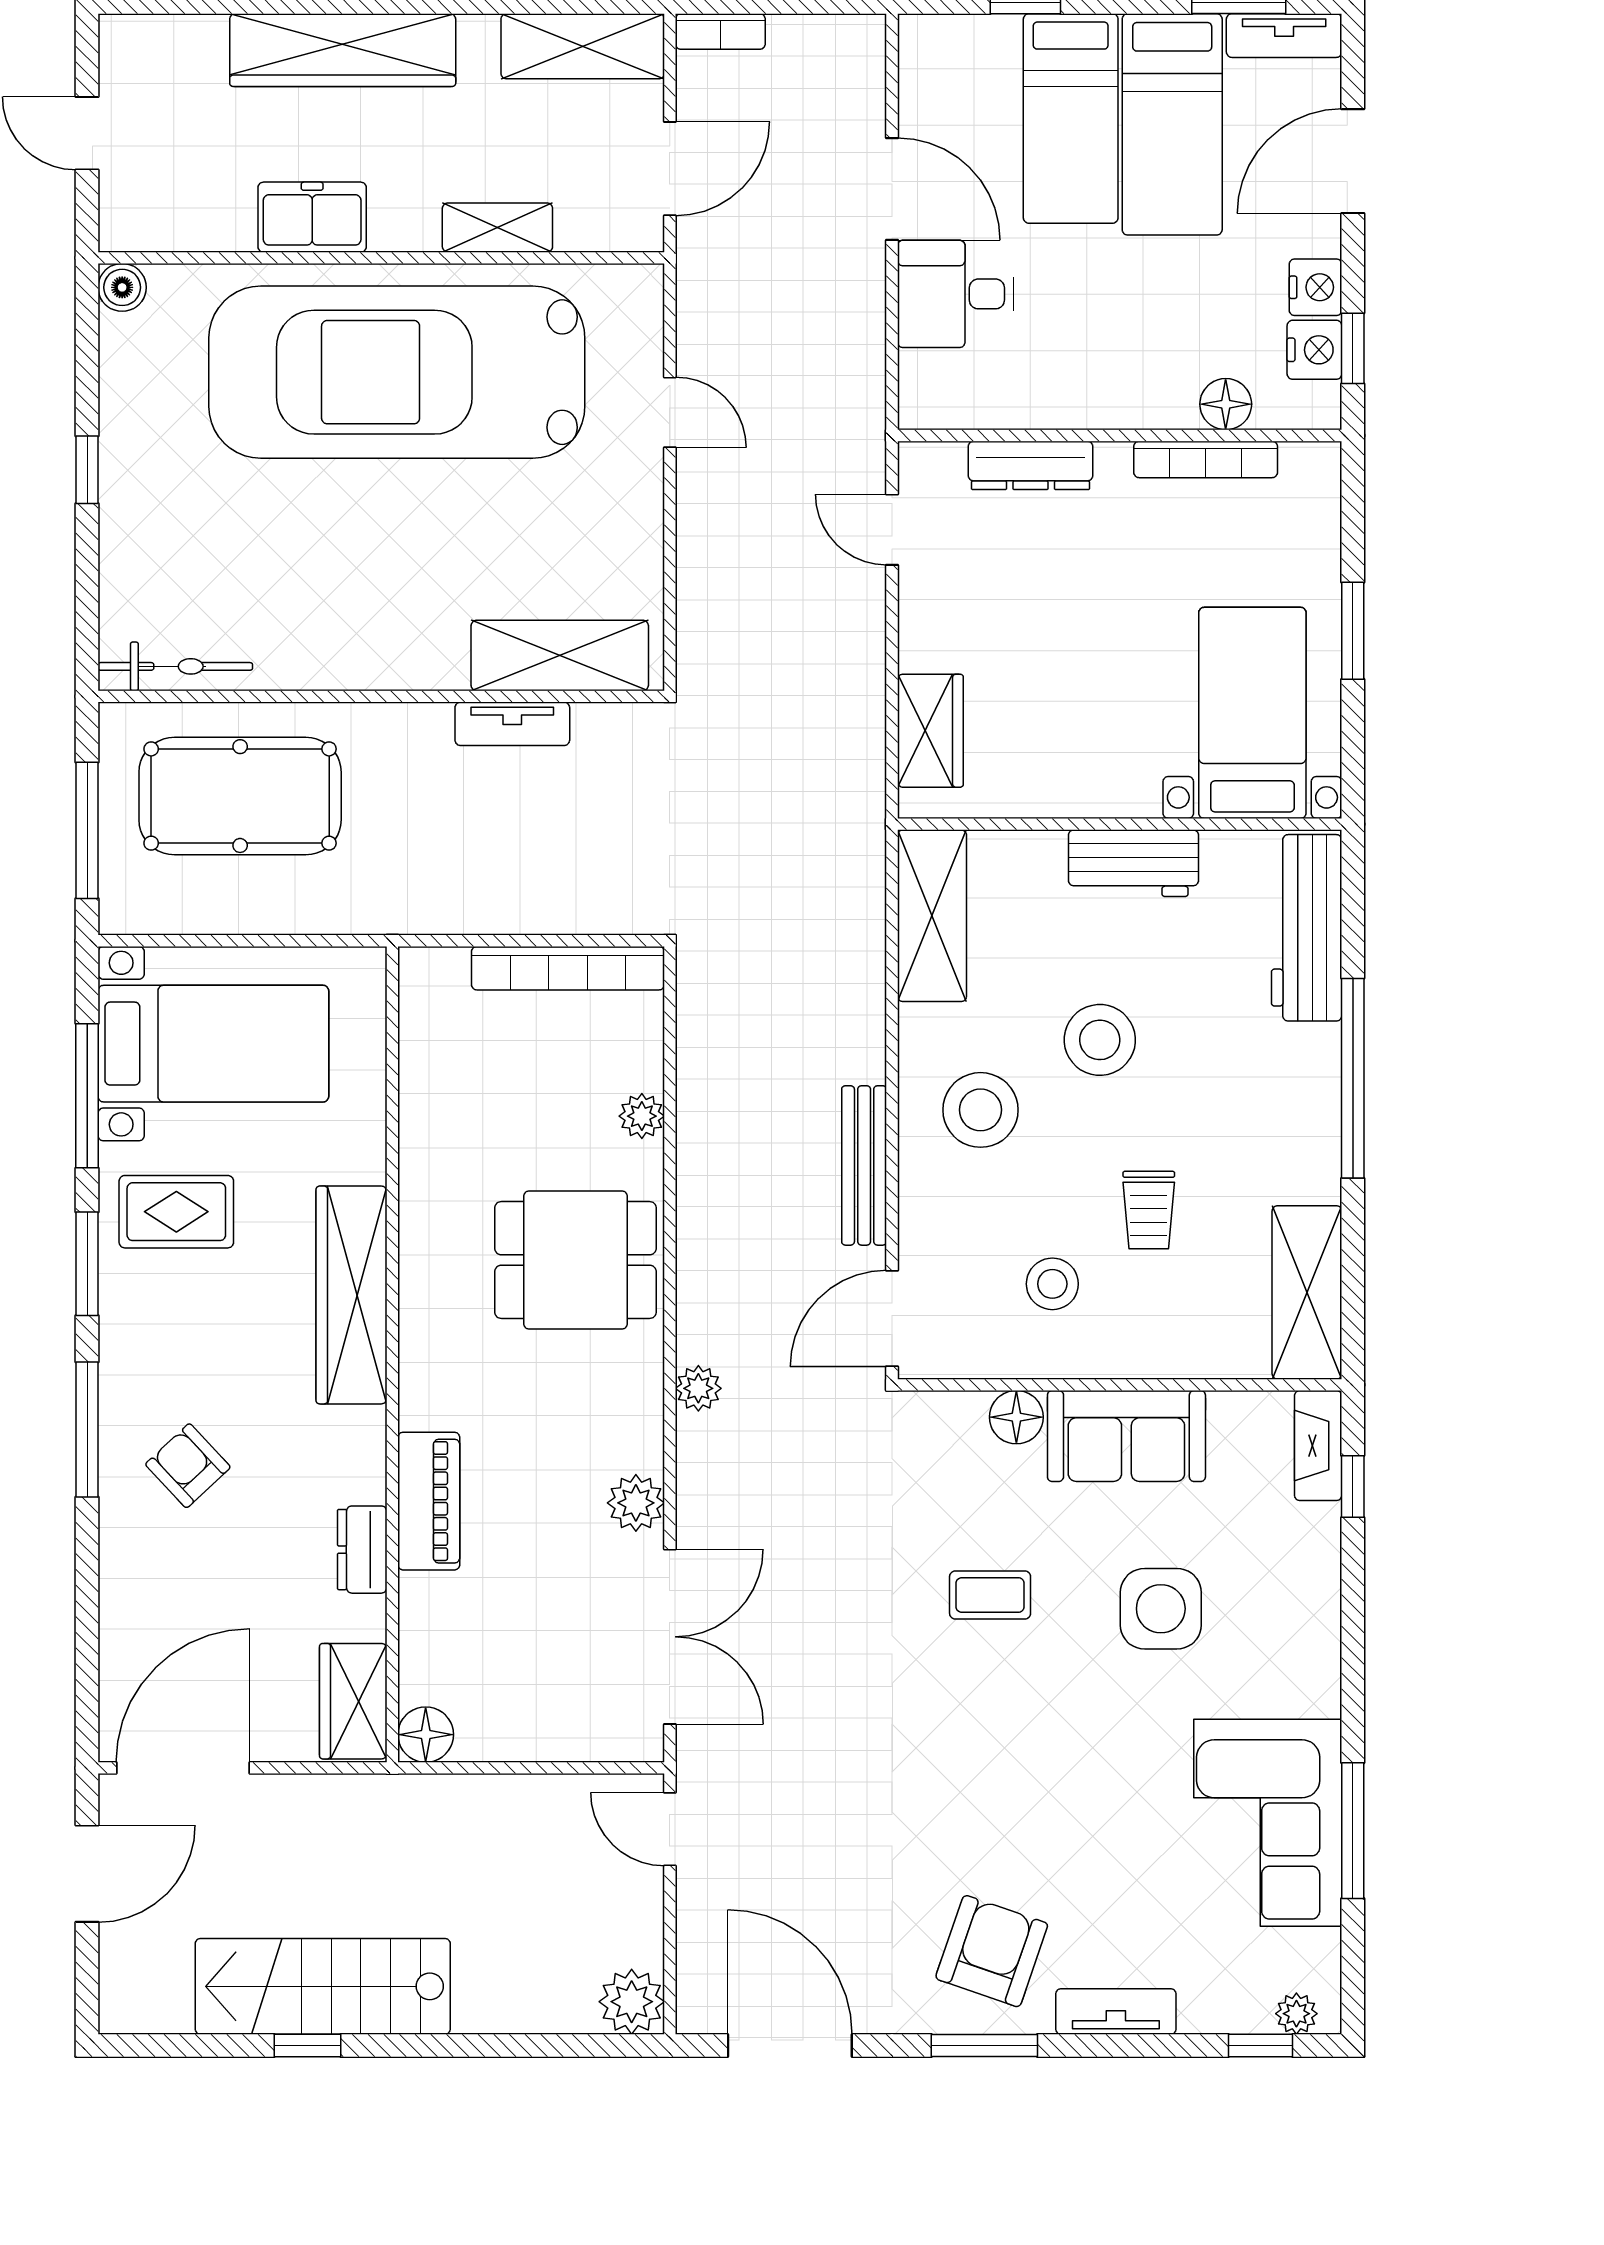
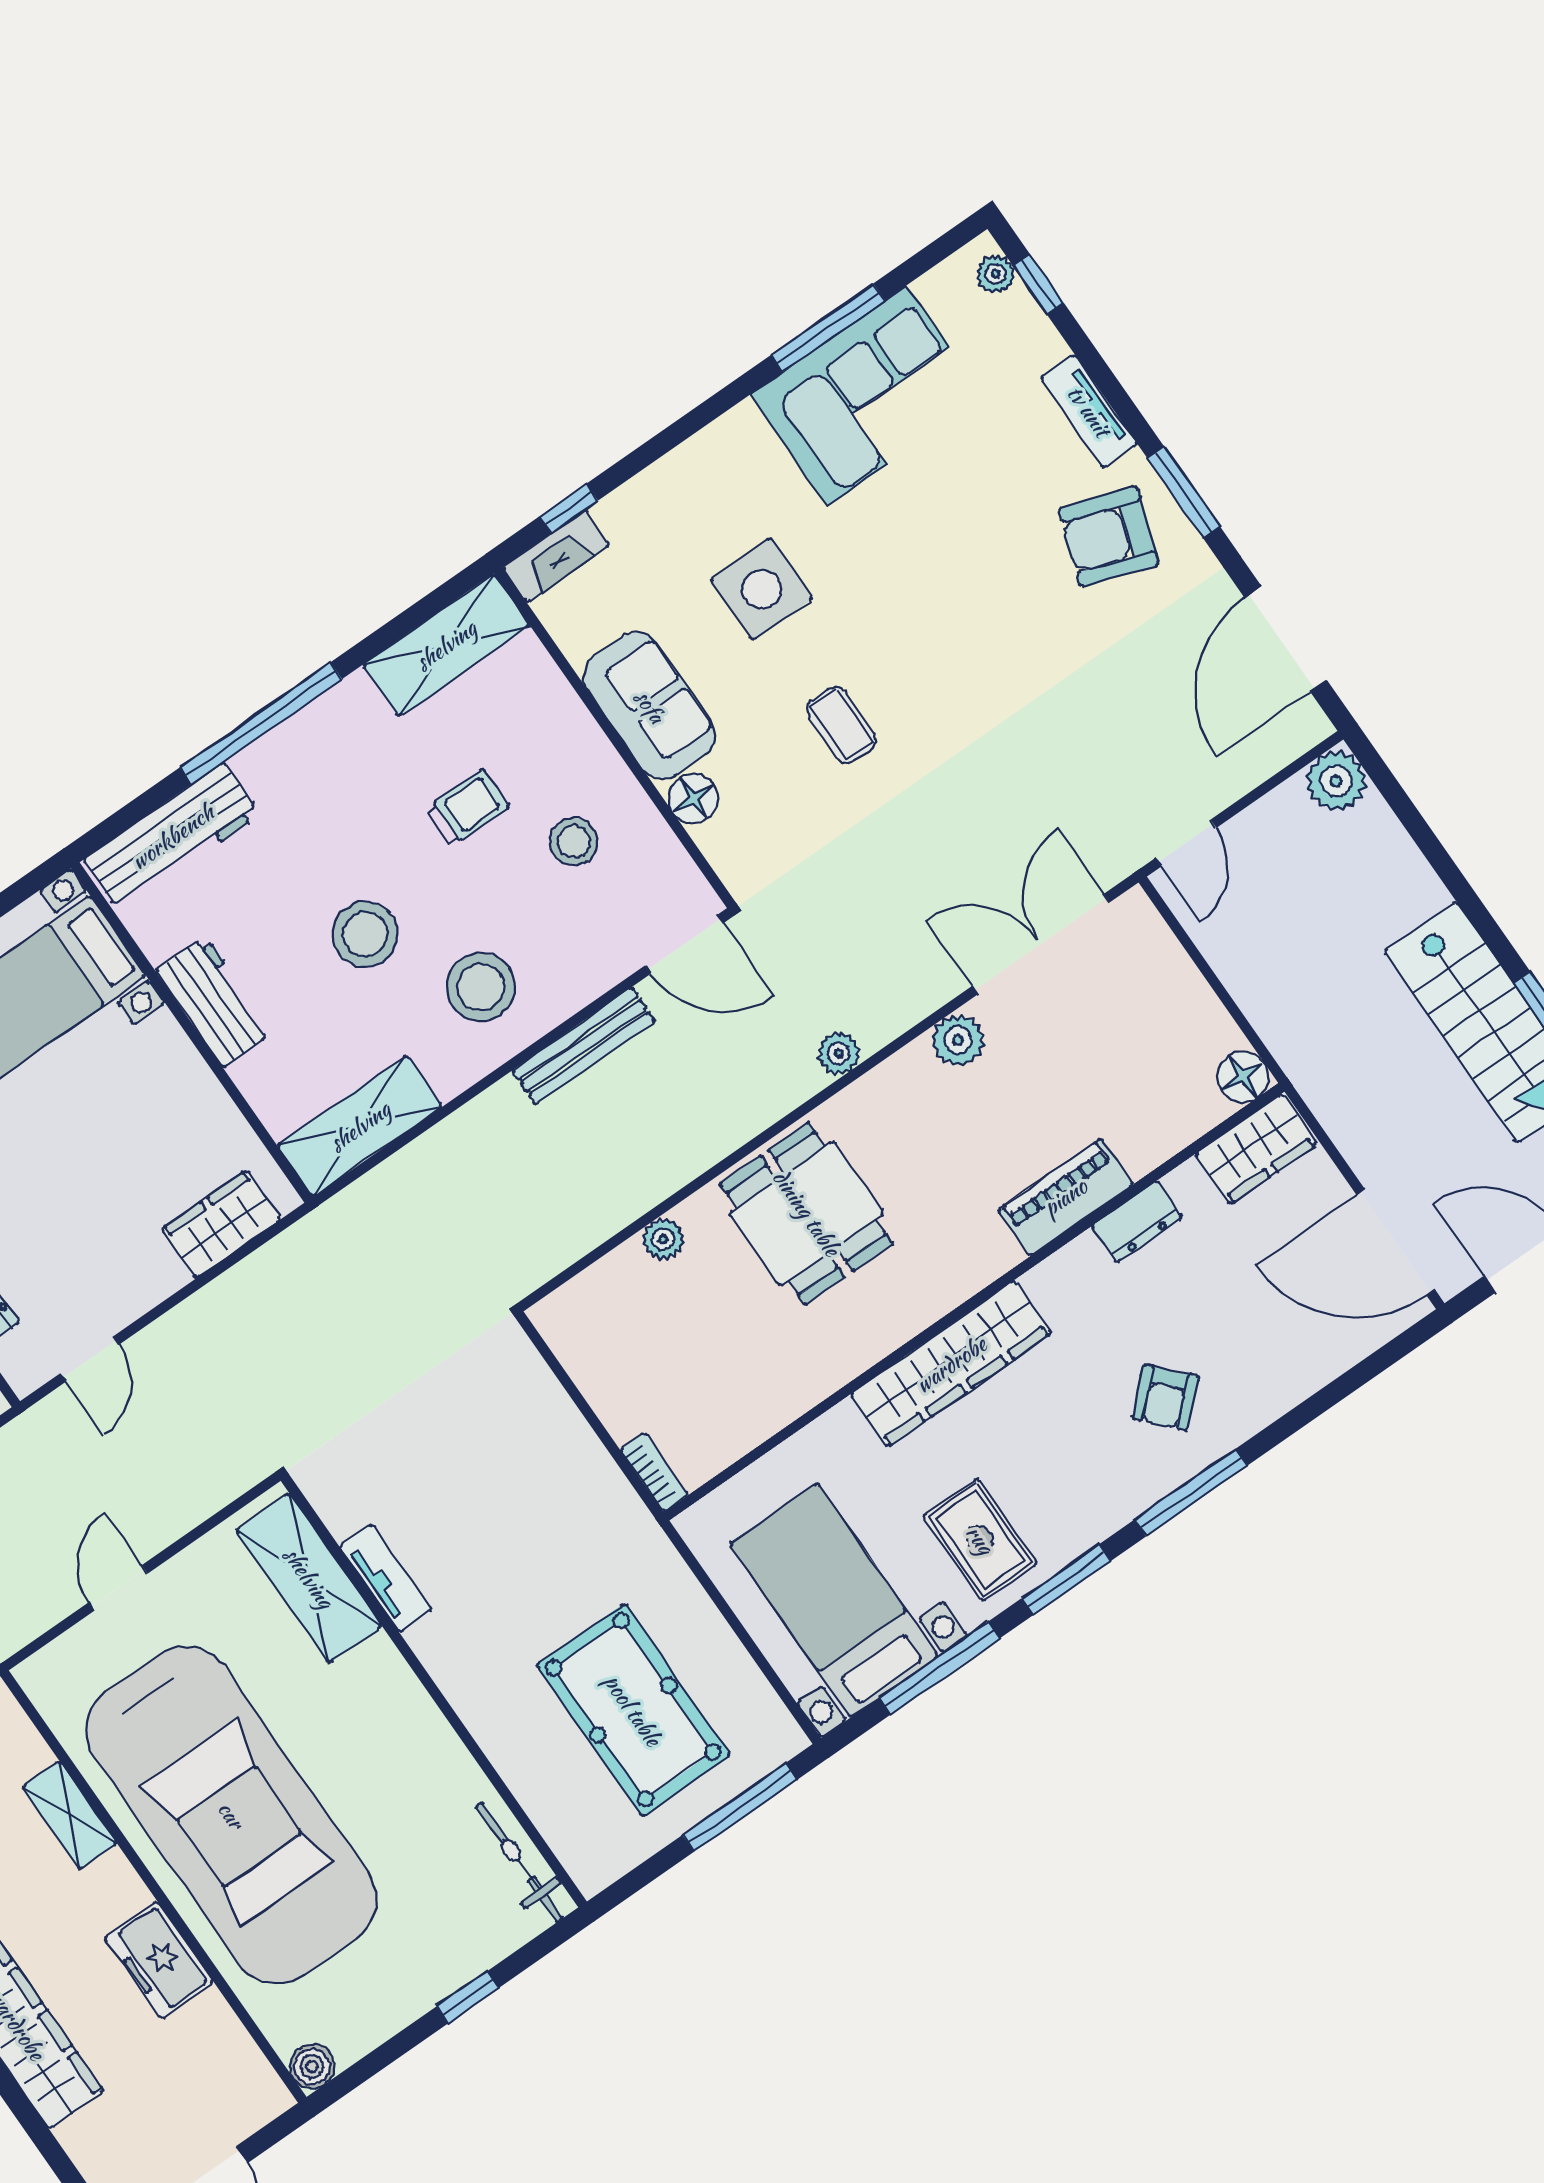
shelving: (560, 655) -> (309, 1578), moved
bicycle: (175, 666) -> (519, 1862), moved
wall: (381, 696) -> (434, 1691), moved
tv unit: (512, 724) -> (386, 1578), moved
bookcase: (568, 968) -> (654, 1472), moved, width x0.43, depth x0.76

